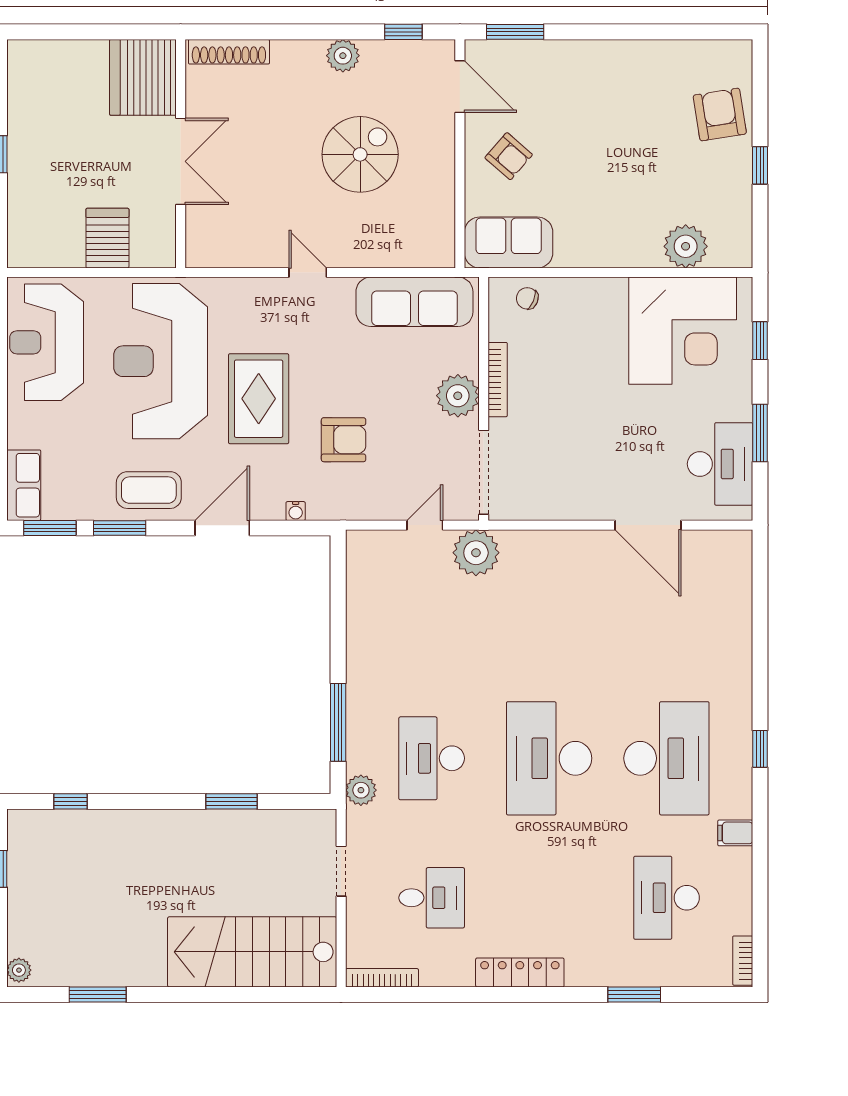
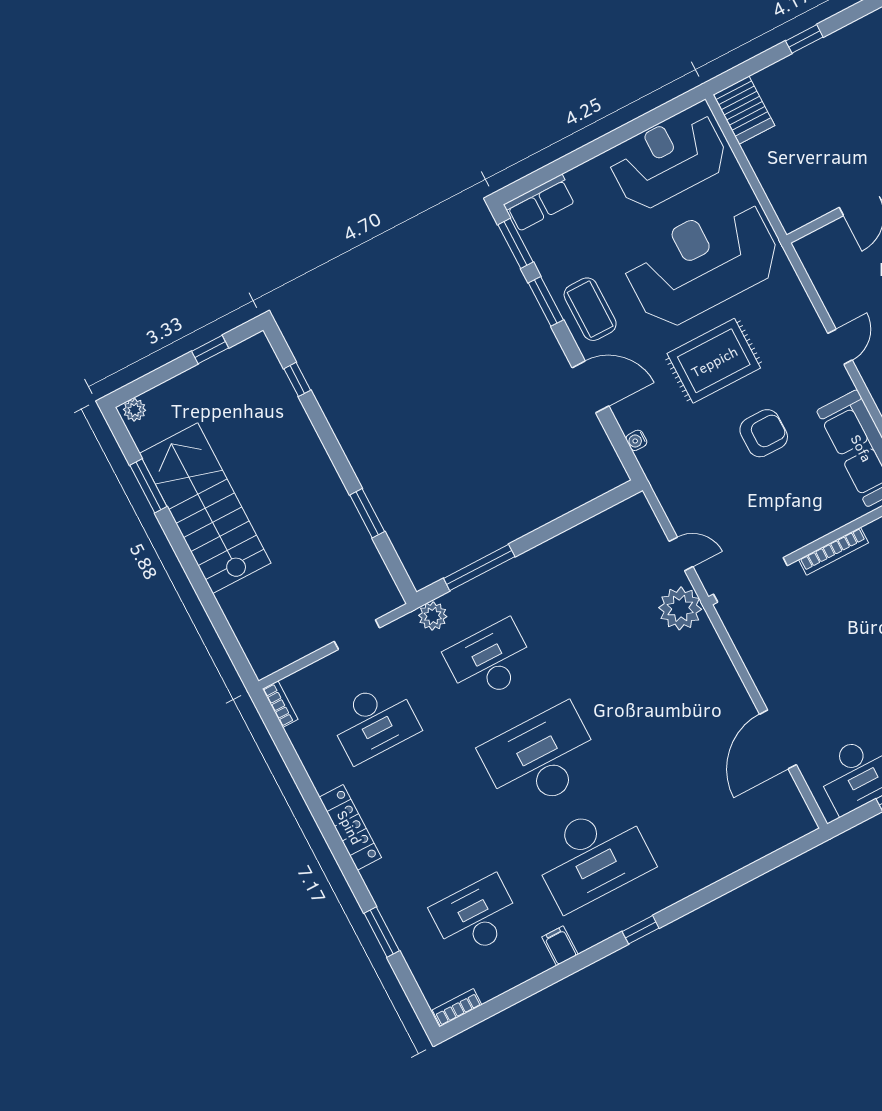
server rack: (107, 238) -> (744, 110), moved, turned 90
plant: (458, 396) -> (803, 525), removed
armchair: (344, 440) -> (764, 433), moved, turned -90
desk: (432, 898) -> (374, 722), width x1.37
stairs: (252, 952) -> (205, 508), moved
bookcase: (382, 978) -> (280, 704), width x0.64

